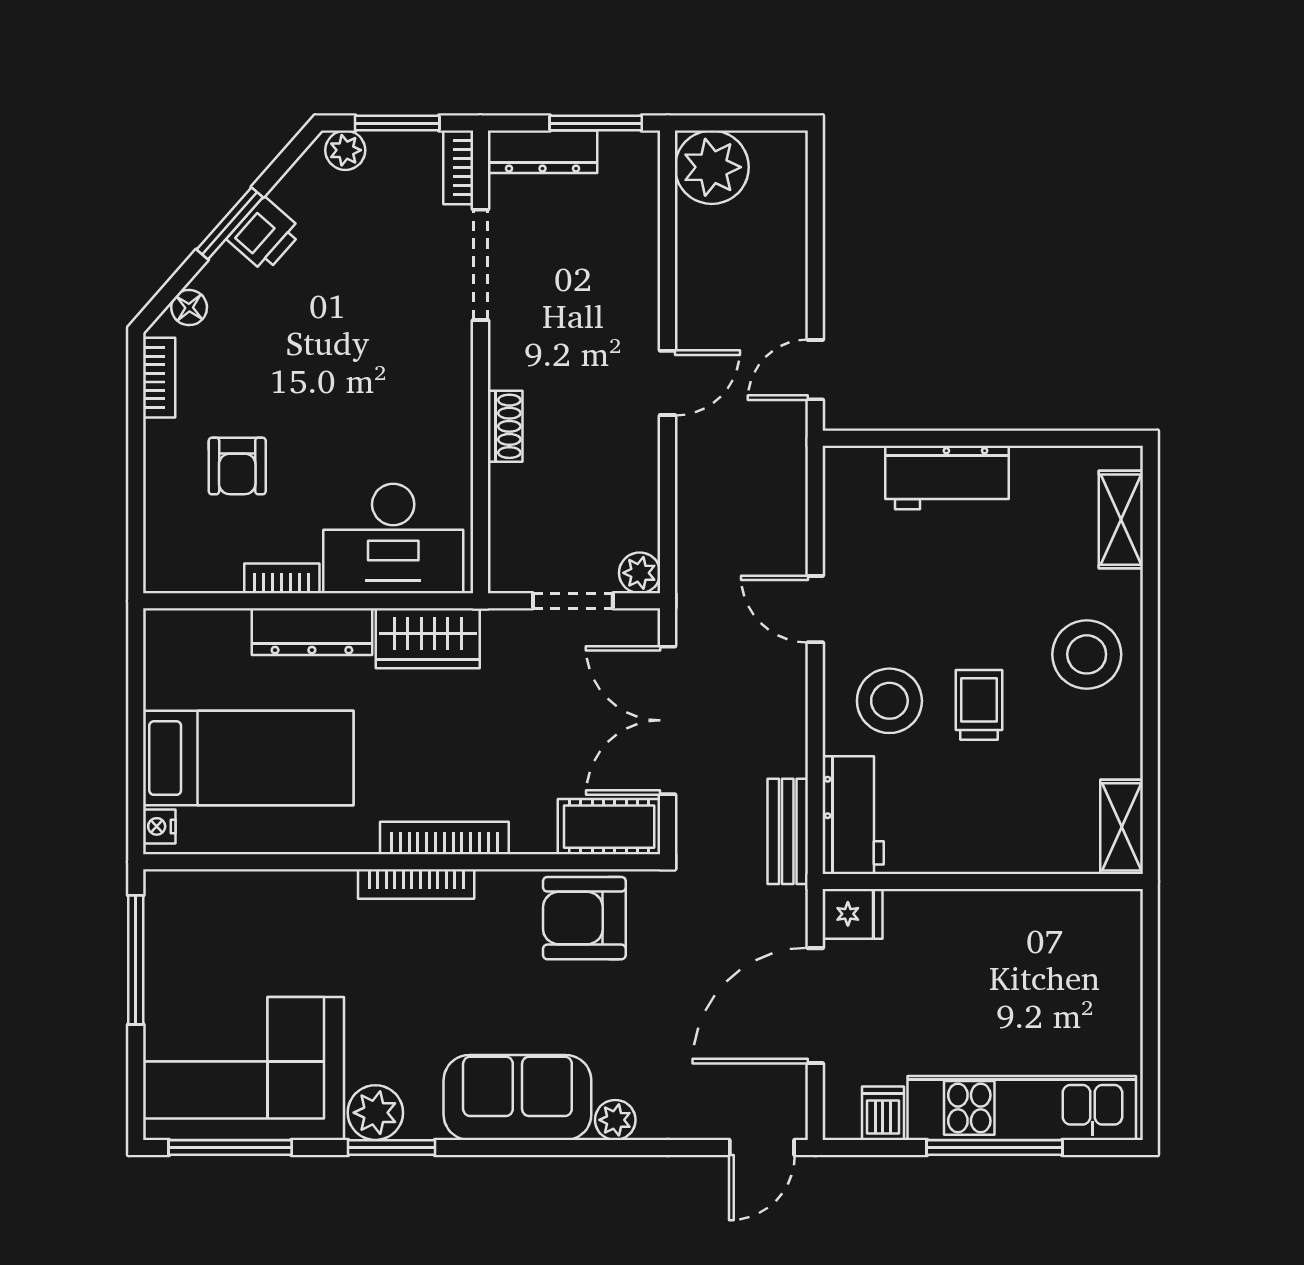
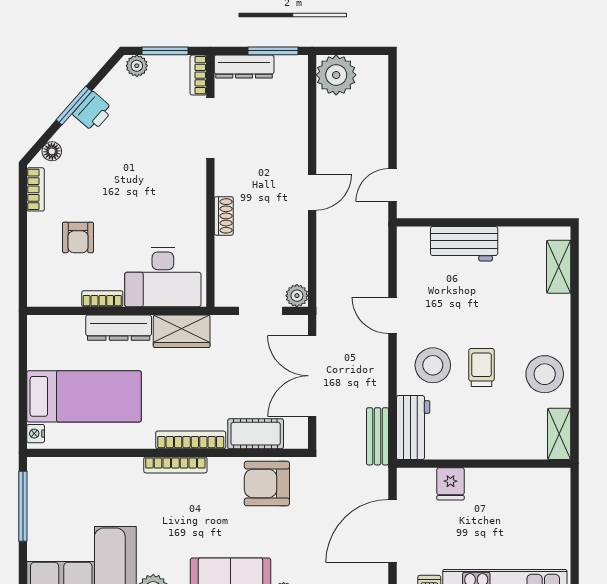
stool: (1087, 654) -> (545, 374), moved
cot: (609, 827) -> (256, 434), moved
fridge: (853, 914) -> (450, 484), moved, turned 90

